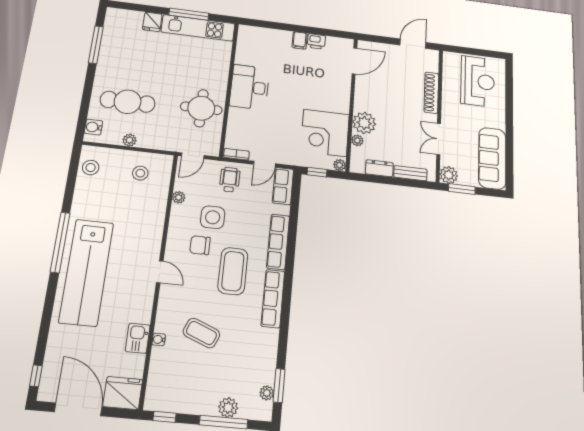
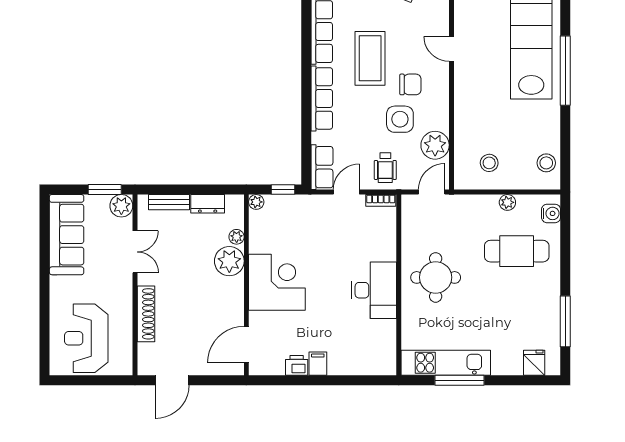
fridge: (152, 22) -> (534, 363), moved
round table: (201, 108) -> (436, 277), moved
corner desk: (325, 133) -> (277, 282), moved
plant: (179, 197) -> (435, 145), width x1.87, depth x1.87

